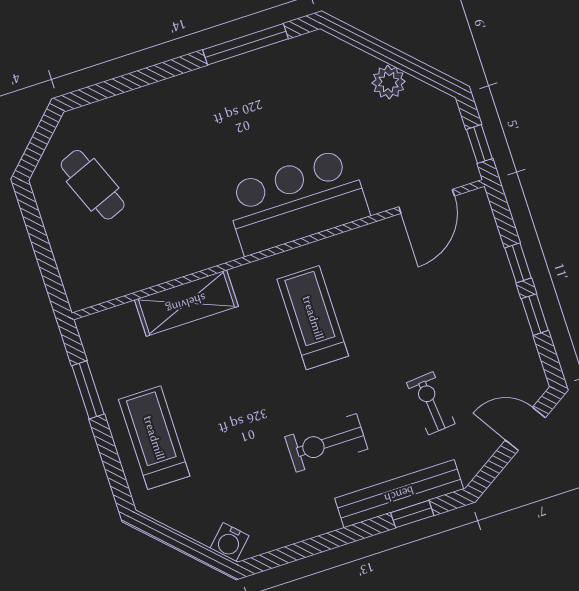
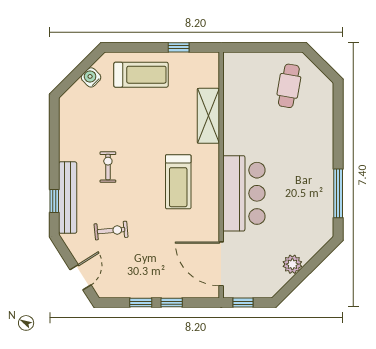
cafe table: (93, 185) -> (289, 86), turned -58
door: (427, 201) -> (221, 264), width x1.36
treadmill: (313, 318) -> (178, 182), turned 90
window: (88, 390) -> (179, 47), width x0.67
exercise bike: (326, 443) -> (108, 167), width x0.73, depth x0.72
water cooler: (230, 542) -> (91, 77), moved

